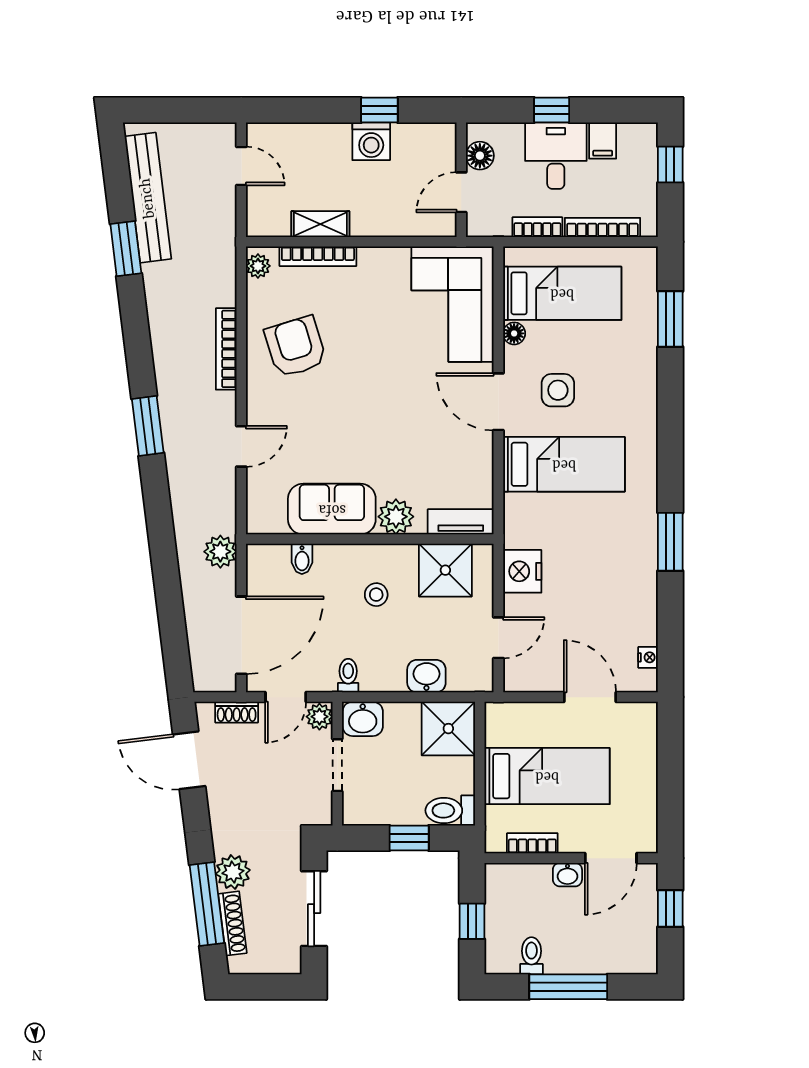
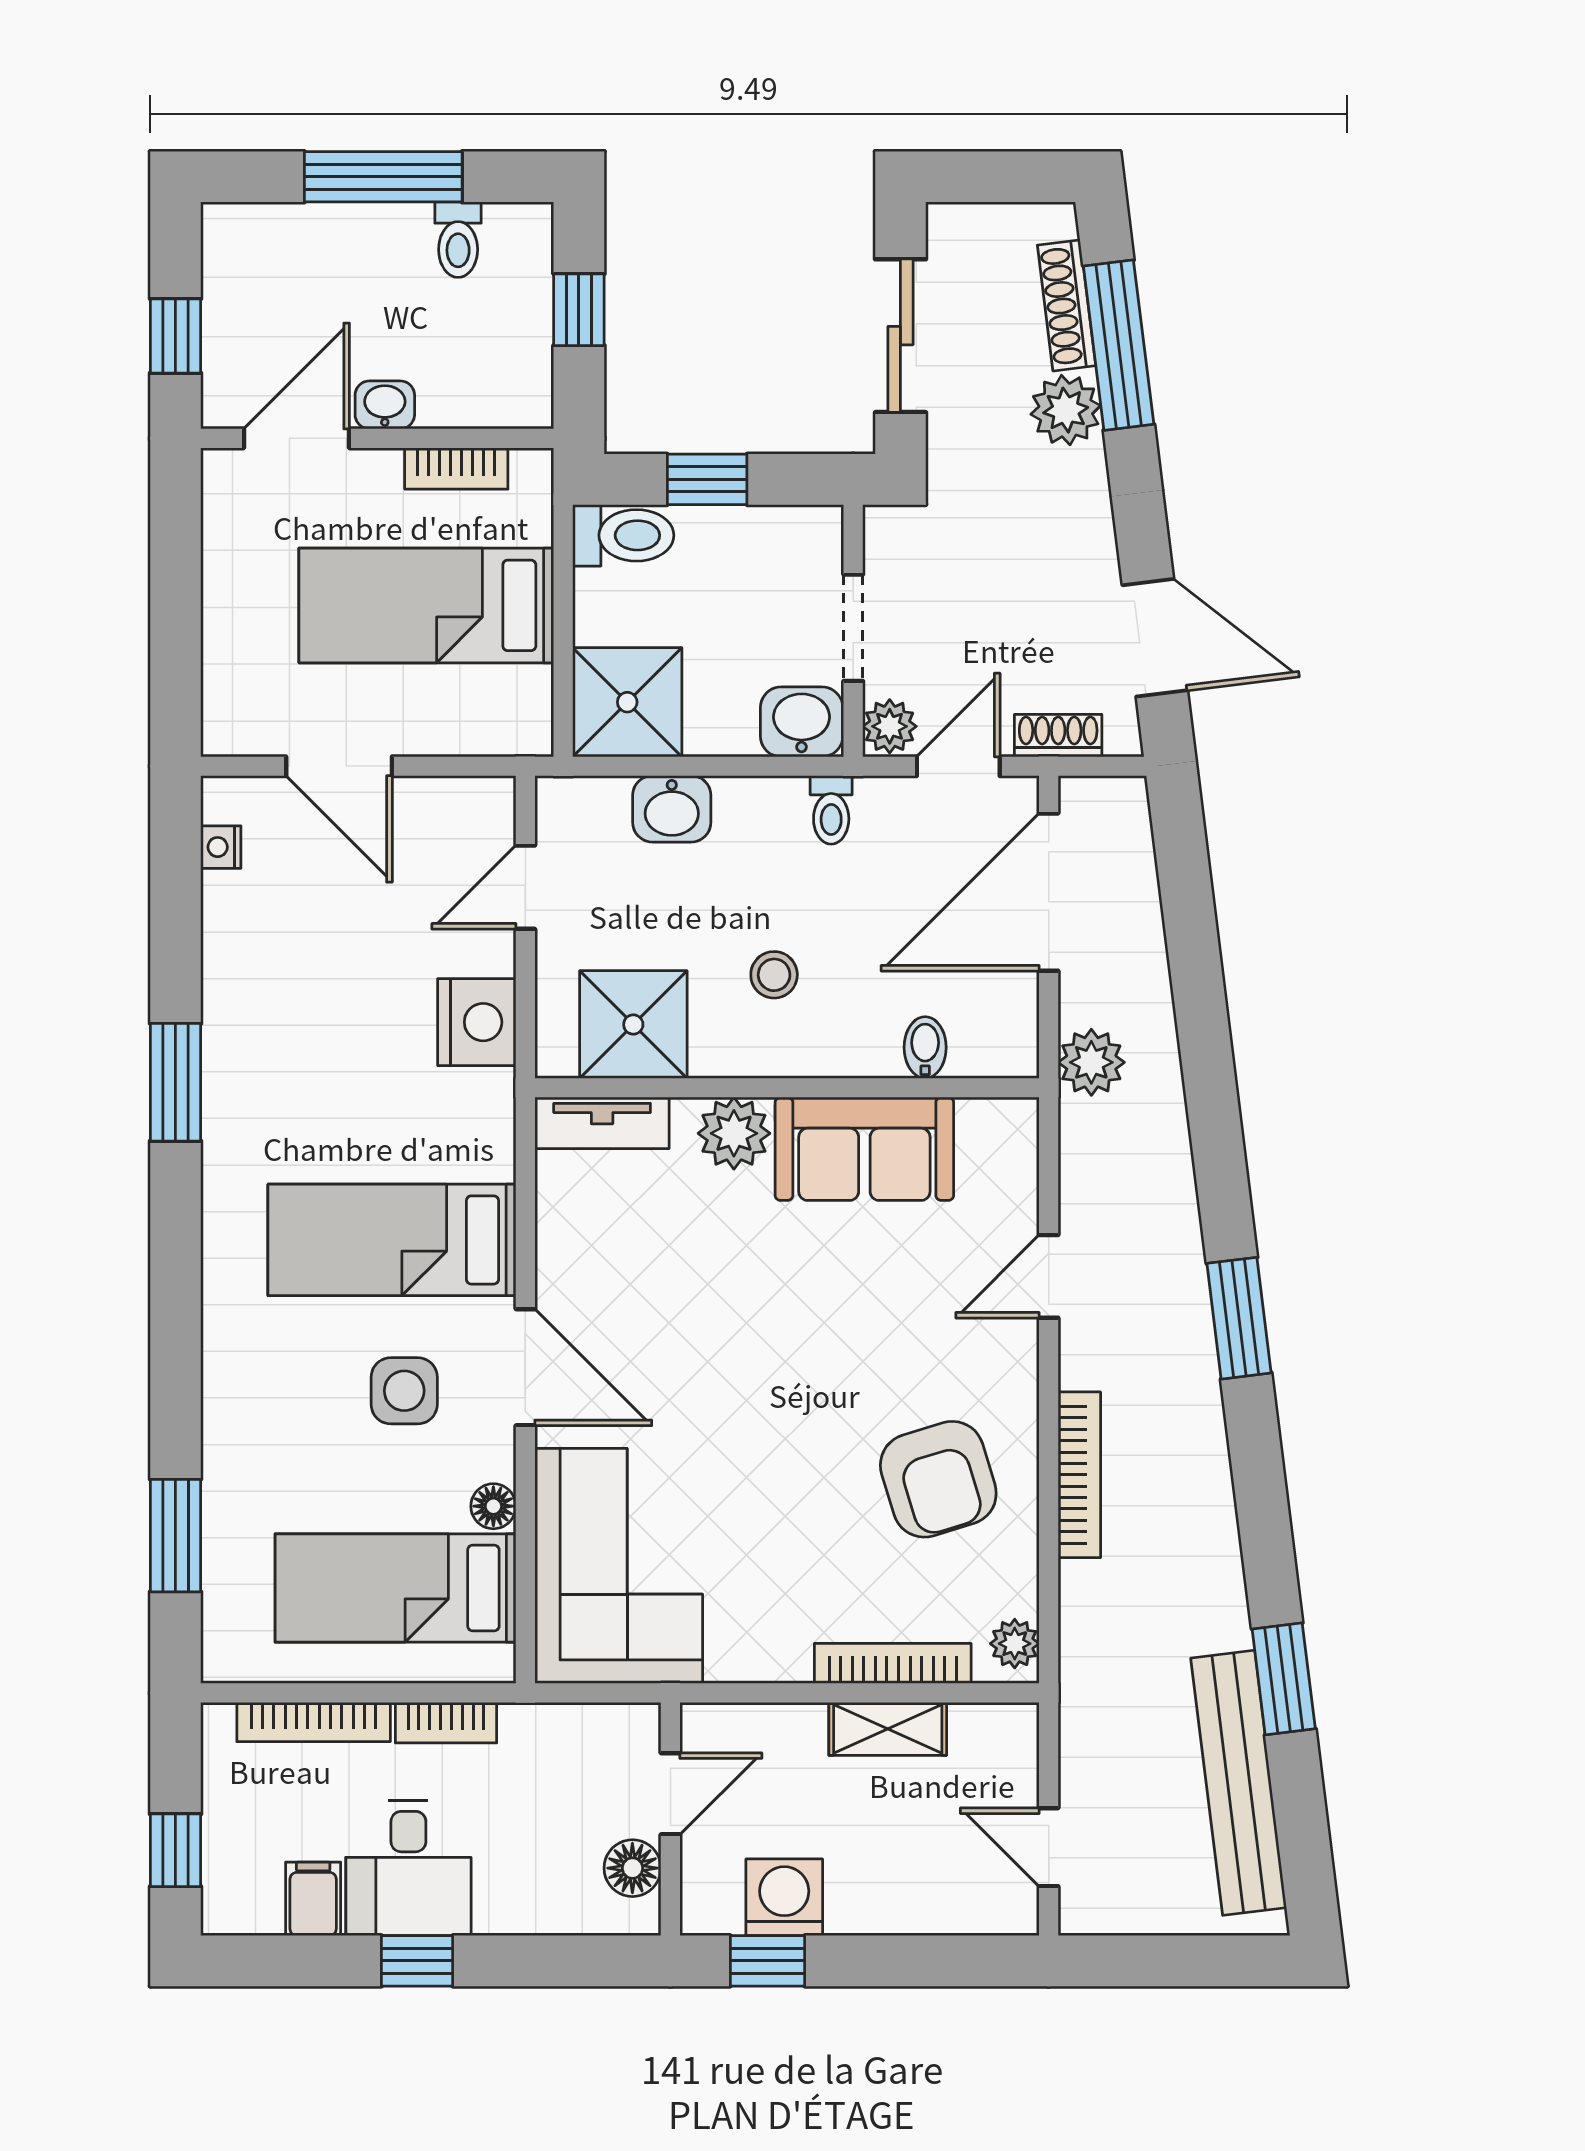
floor lamp: (480, 156) -> (632, 1868), moved
wall: (461, 180) -> (670, 1819), moved
door: (461, 192) -> (670, 1794), moved

